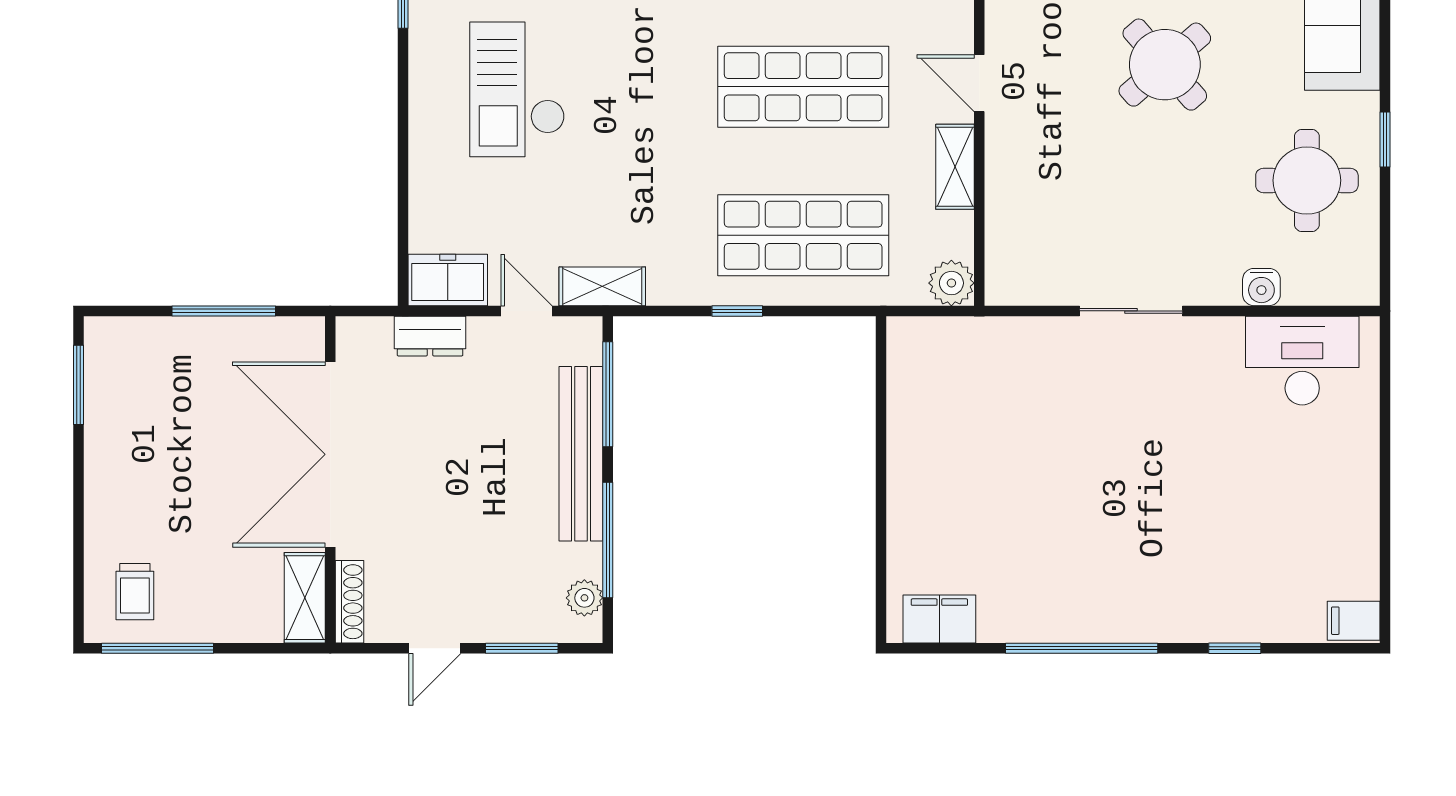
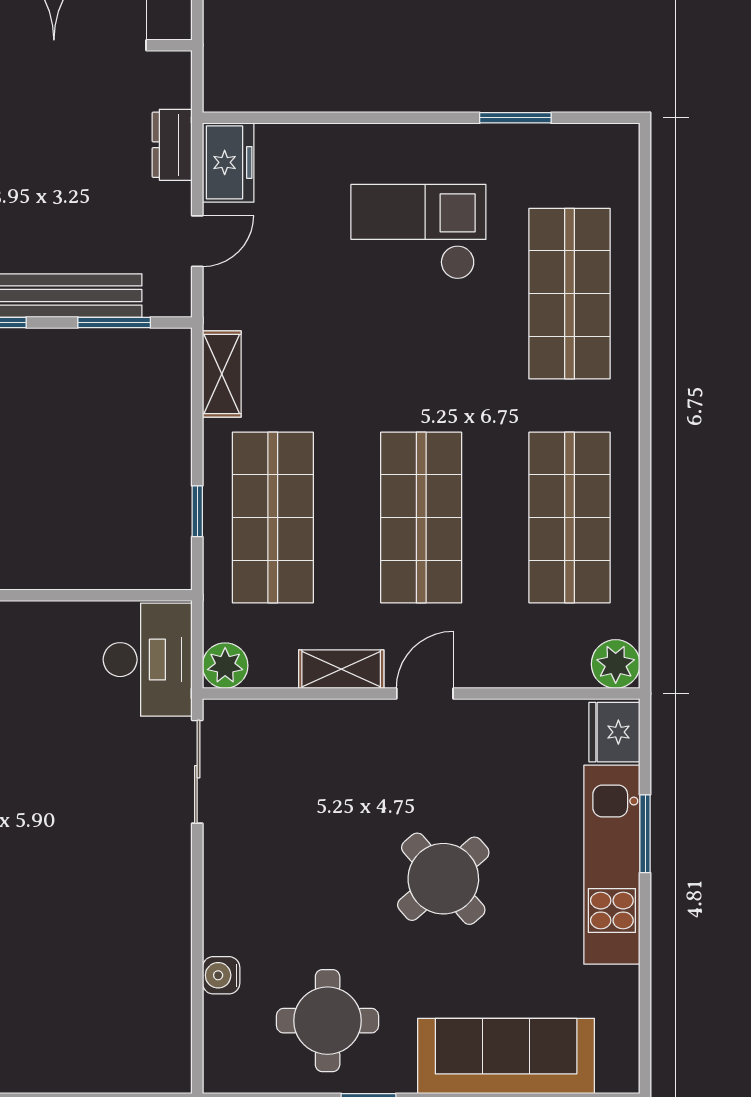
shelving: (602, 286) -> (222, 374), moved
window: (737, 311) -> (197, 511), moved
sliding door: (1131, 311) -> (197, 772), moved
desk: (1302, 361) -> (148, 660), moved
window: (608, 394) -> (114, 322), width x0.69

